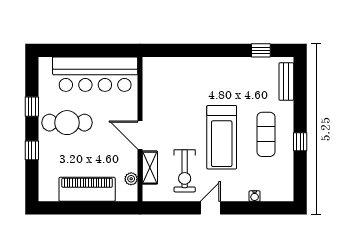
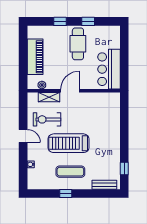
bar counter: (95, 74) -> (109, 69), width x0.73

